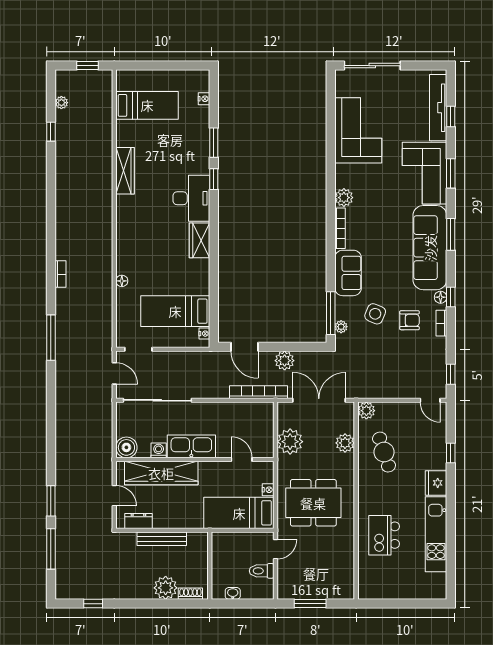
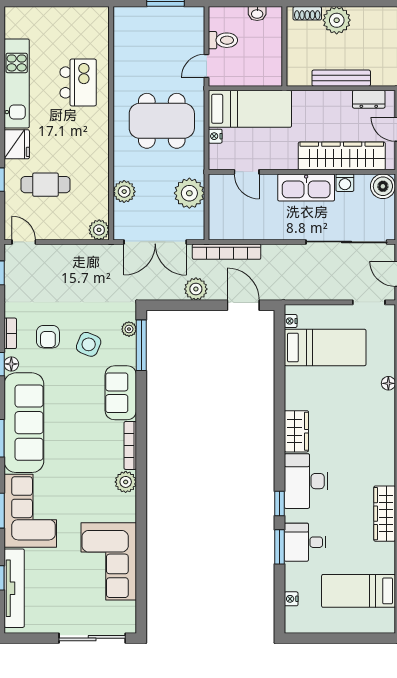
desk: (192, 147) -> (305, 542), added
armchair: (410, 320) -> (48, 337), turned -90
cafe table: (384, 452) -> (46, 185), moved, turned -72

